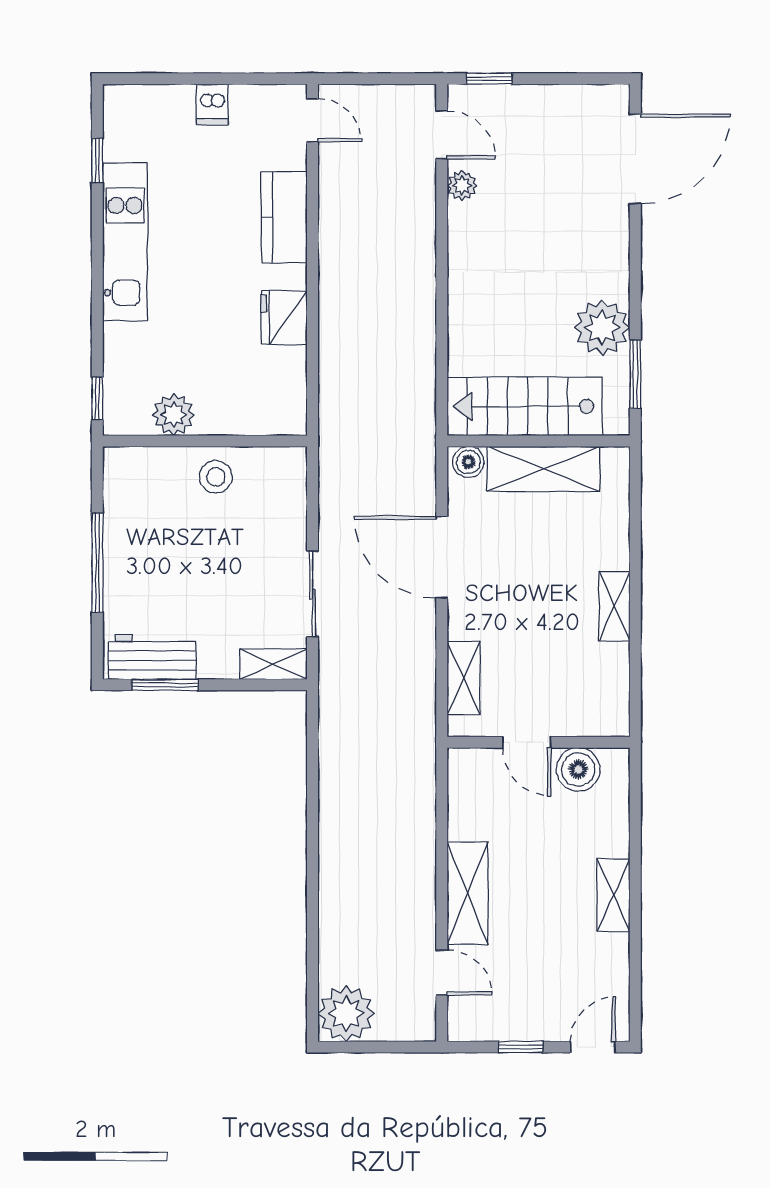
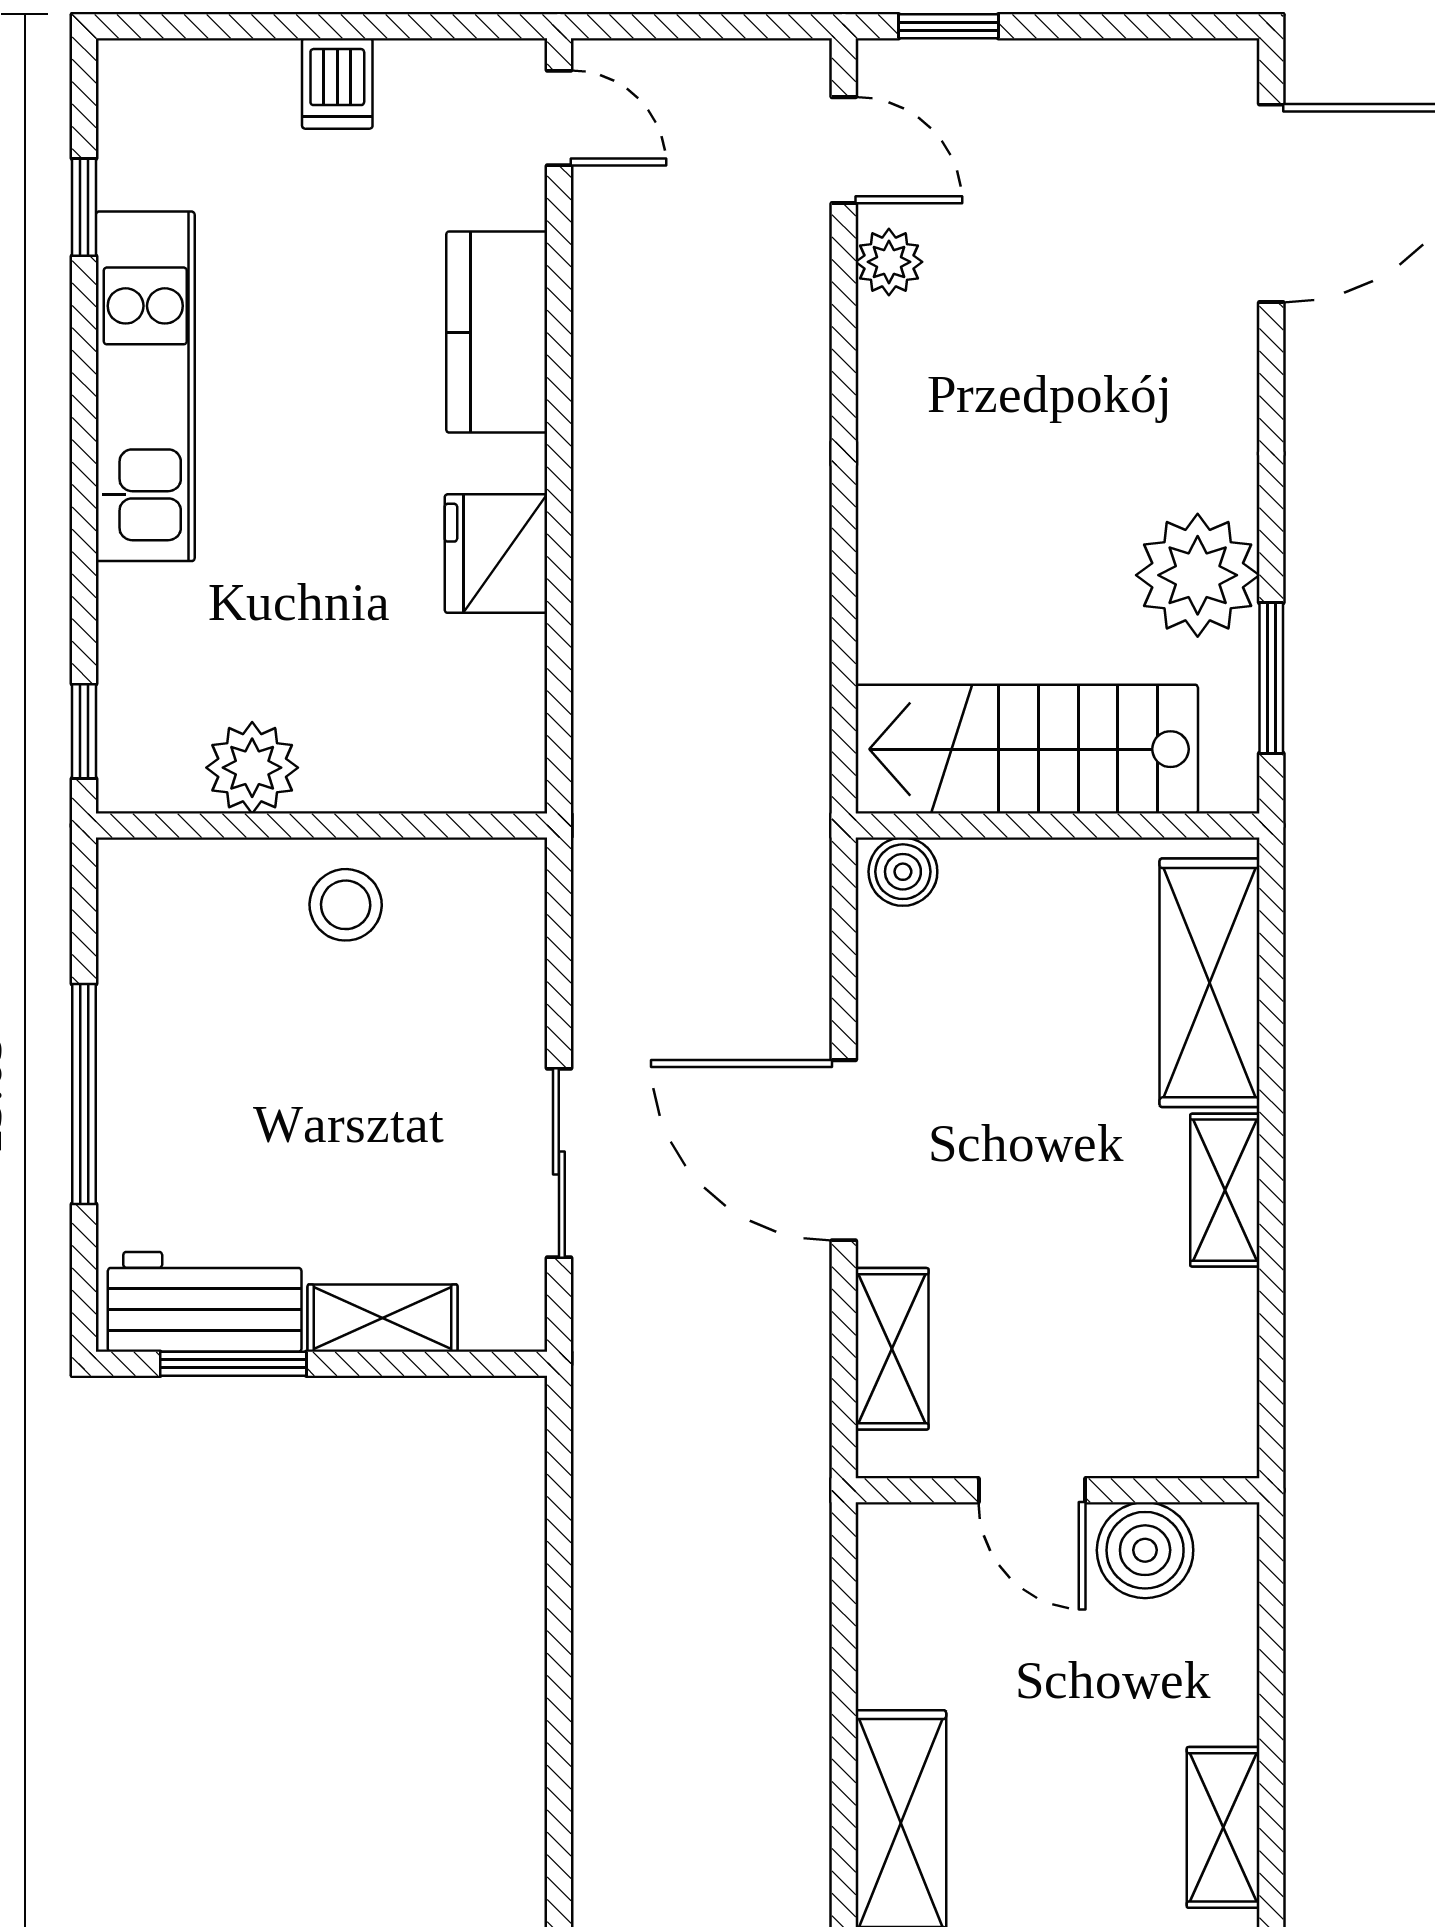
shelving: (543, 469) -> (1209, 983), moved, turned 90
door: (442, 557) -> (844, 1150), moved
shelving: (273, 664) -> (383, 1318), moved

